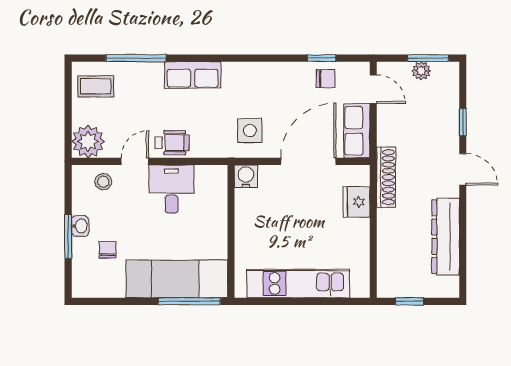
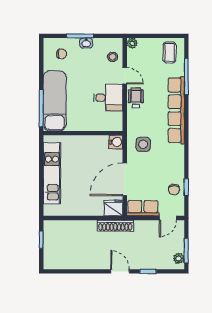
plant: (421, 71) -> (179, 258), moved
row of seats: (193, 75) -> (176, 110), width x2.02
plant: (88, 141) -> (132, 43), width x0.53, depth x0.53
wheelchair: (172, 143) -> (136, 98), turned 180
door: (308, 161) -> (125, 179), swing flipped
door: (463, 169) -> (120, 271), swing flipped
fridge: (357, 202) -> (113, 208), moved
dresser: (446, 237) -> (80, 261), removed
chair: (108, 250) -> (62, 54), moved

